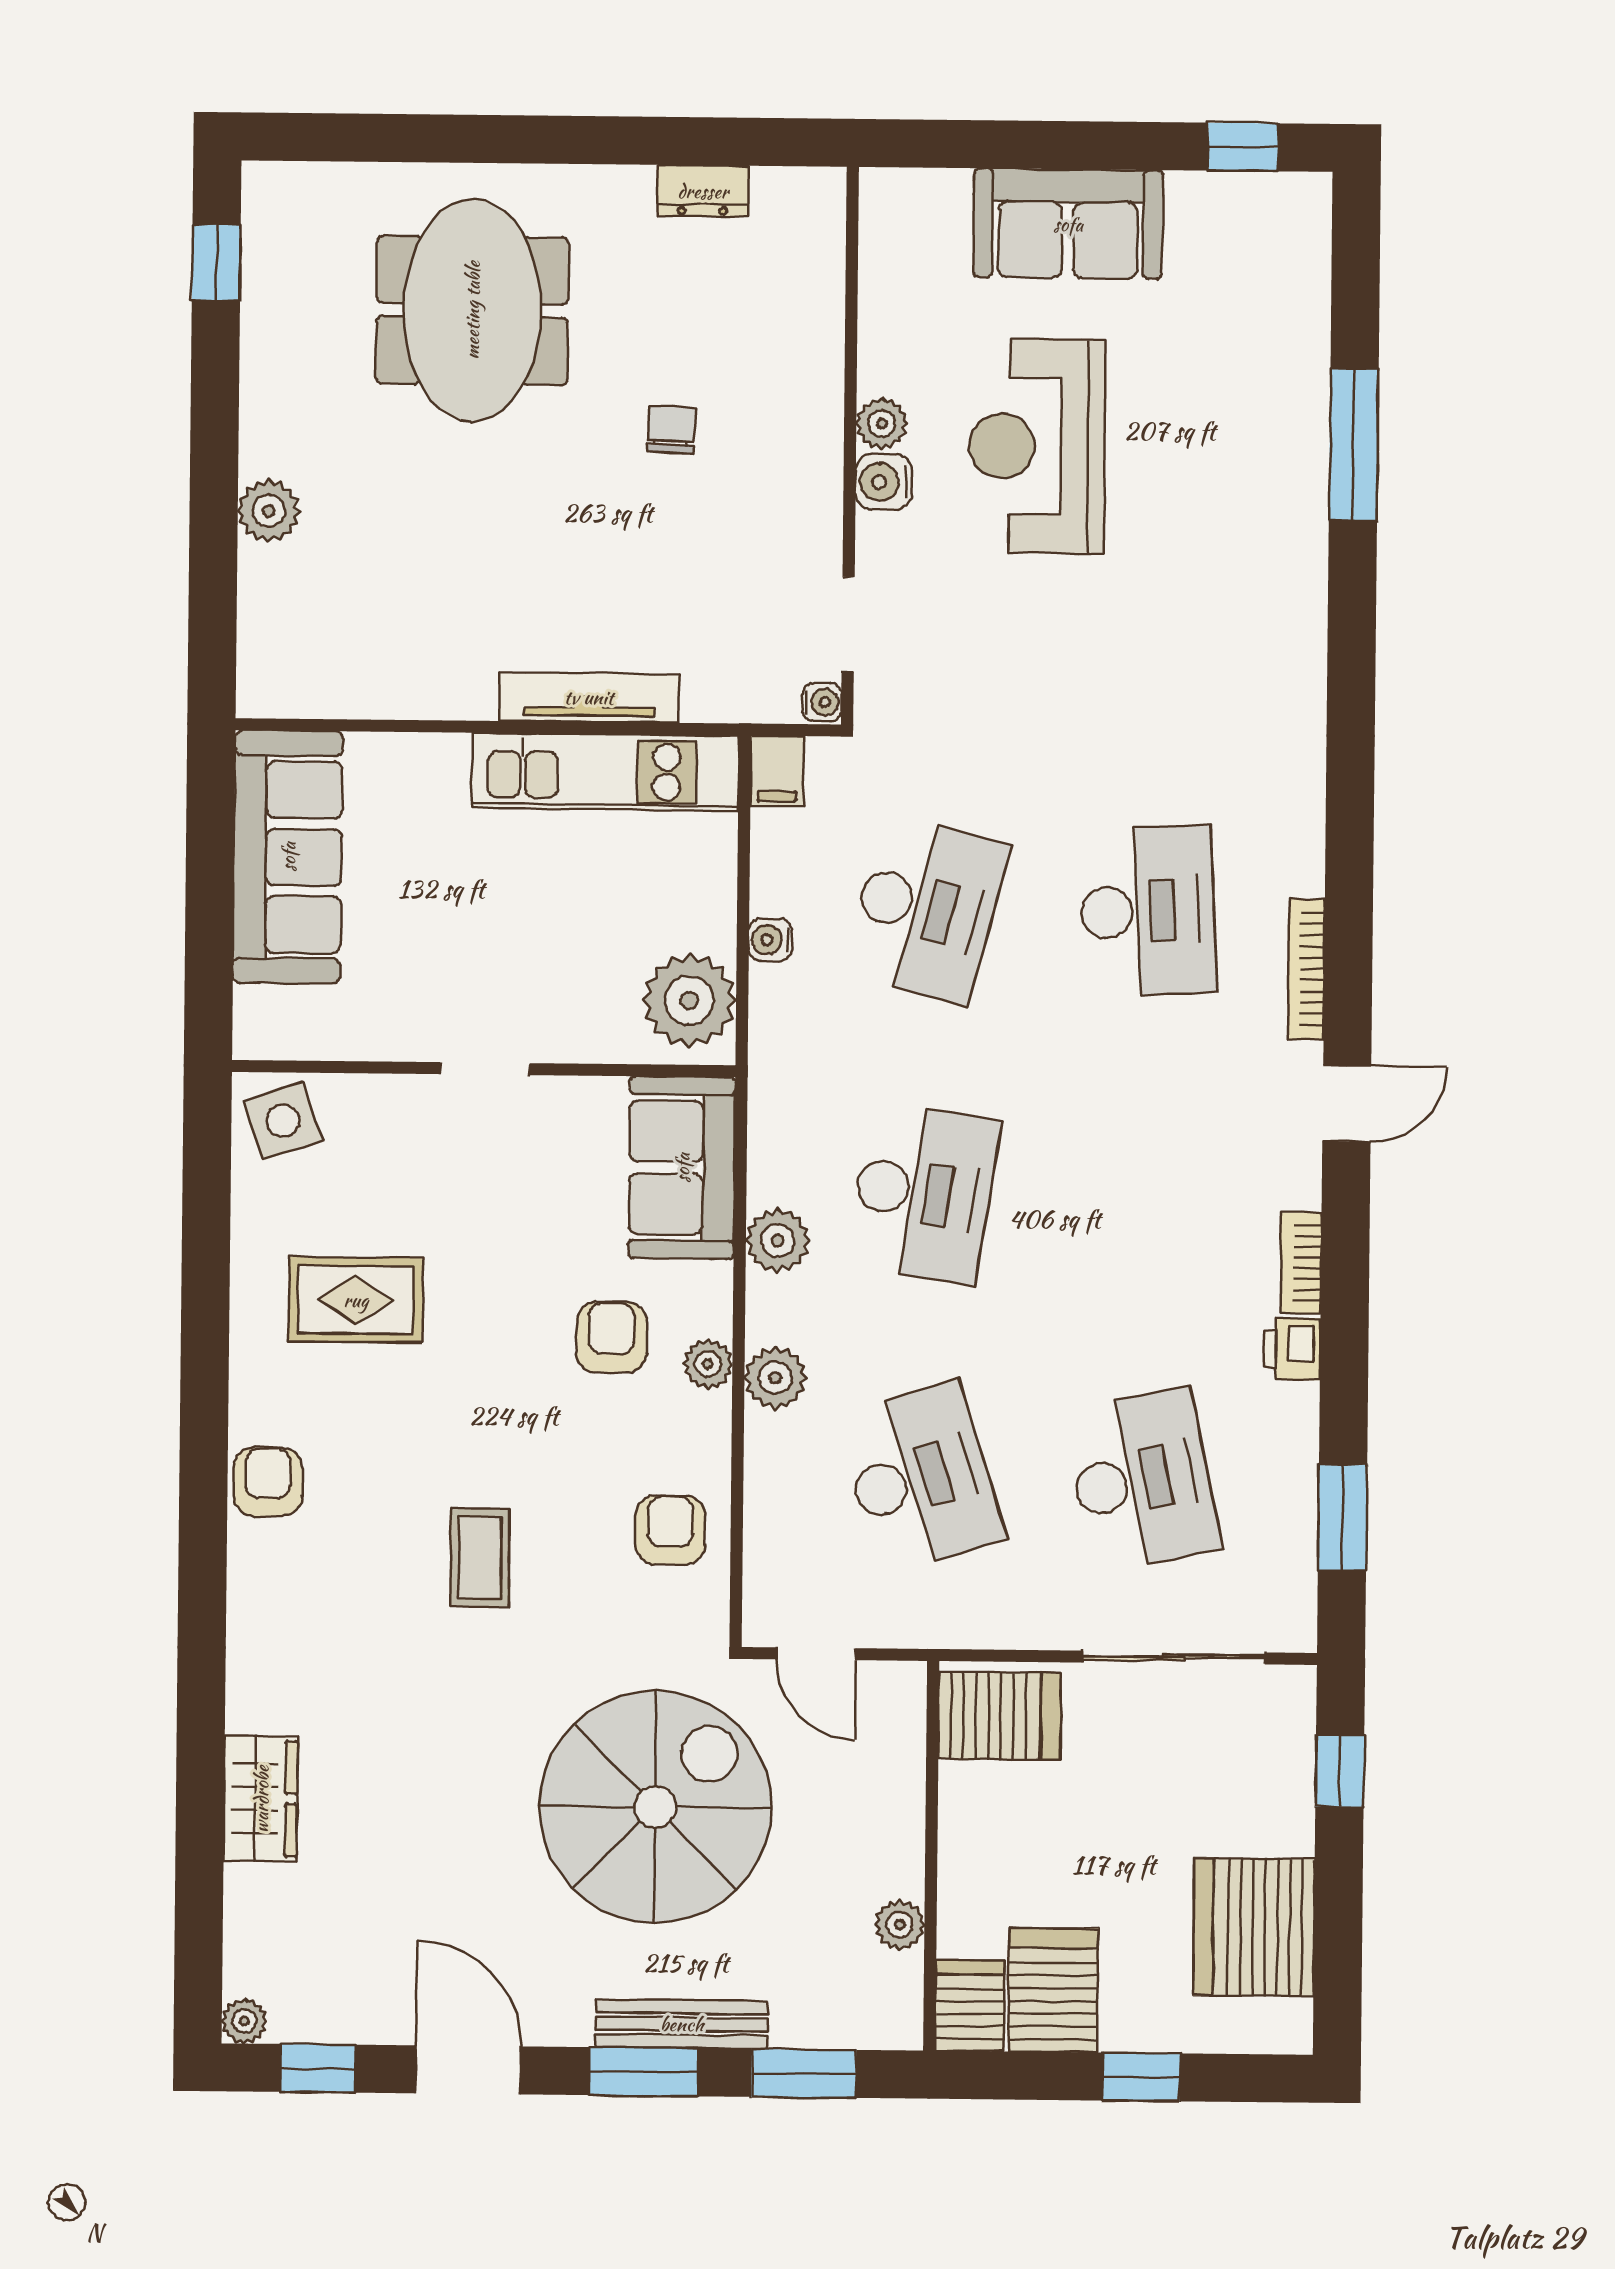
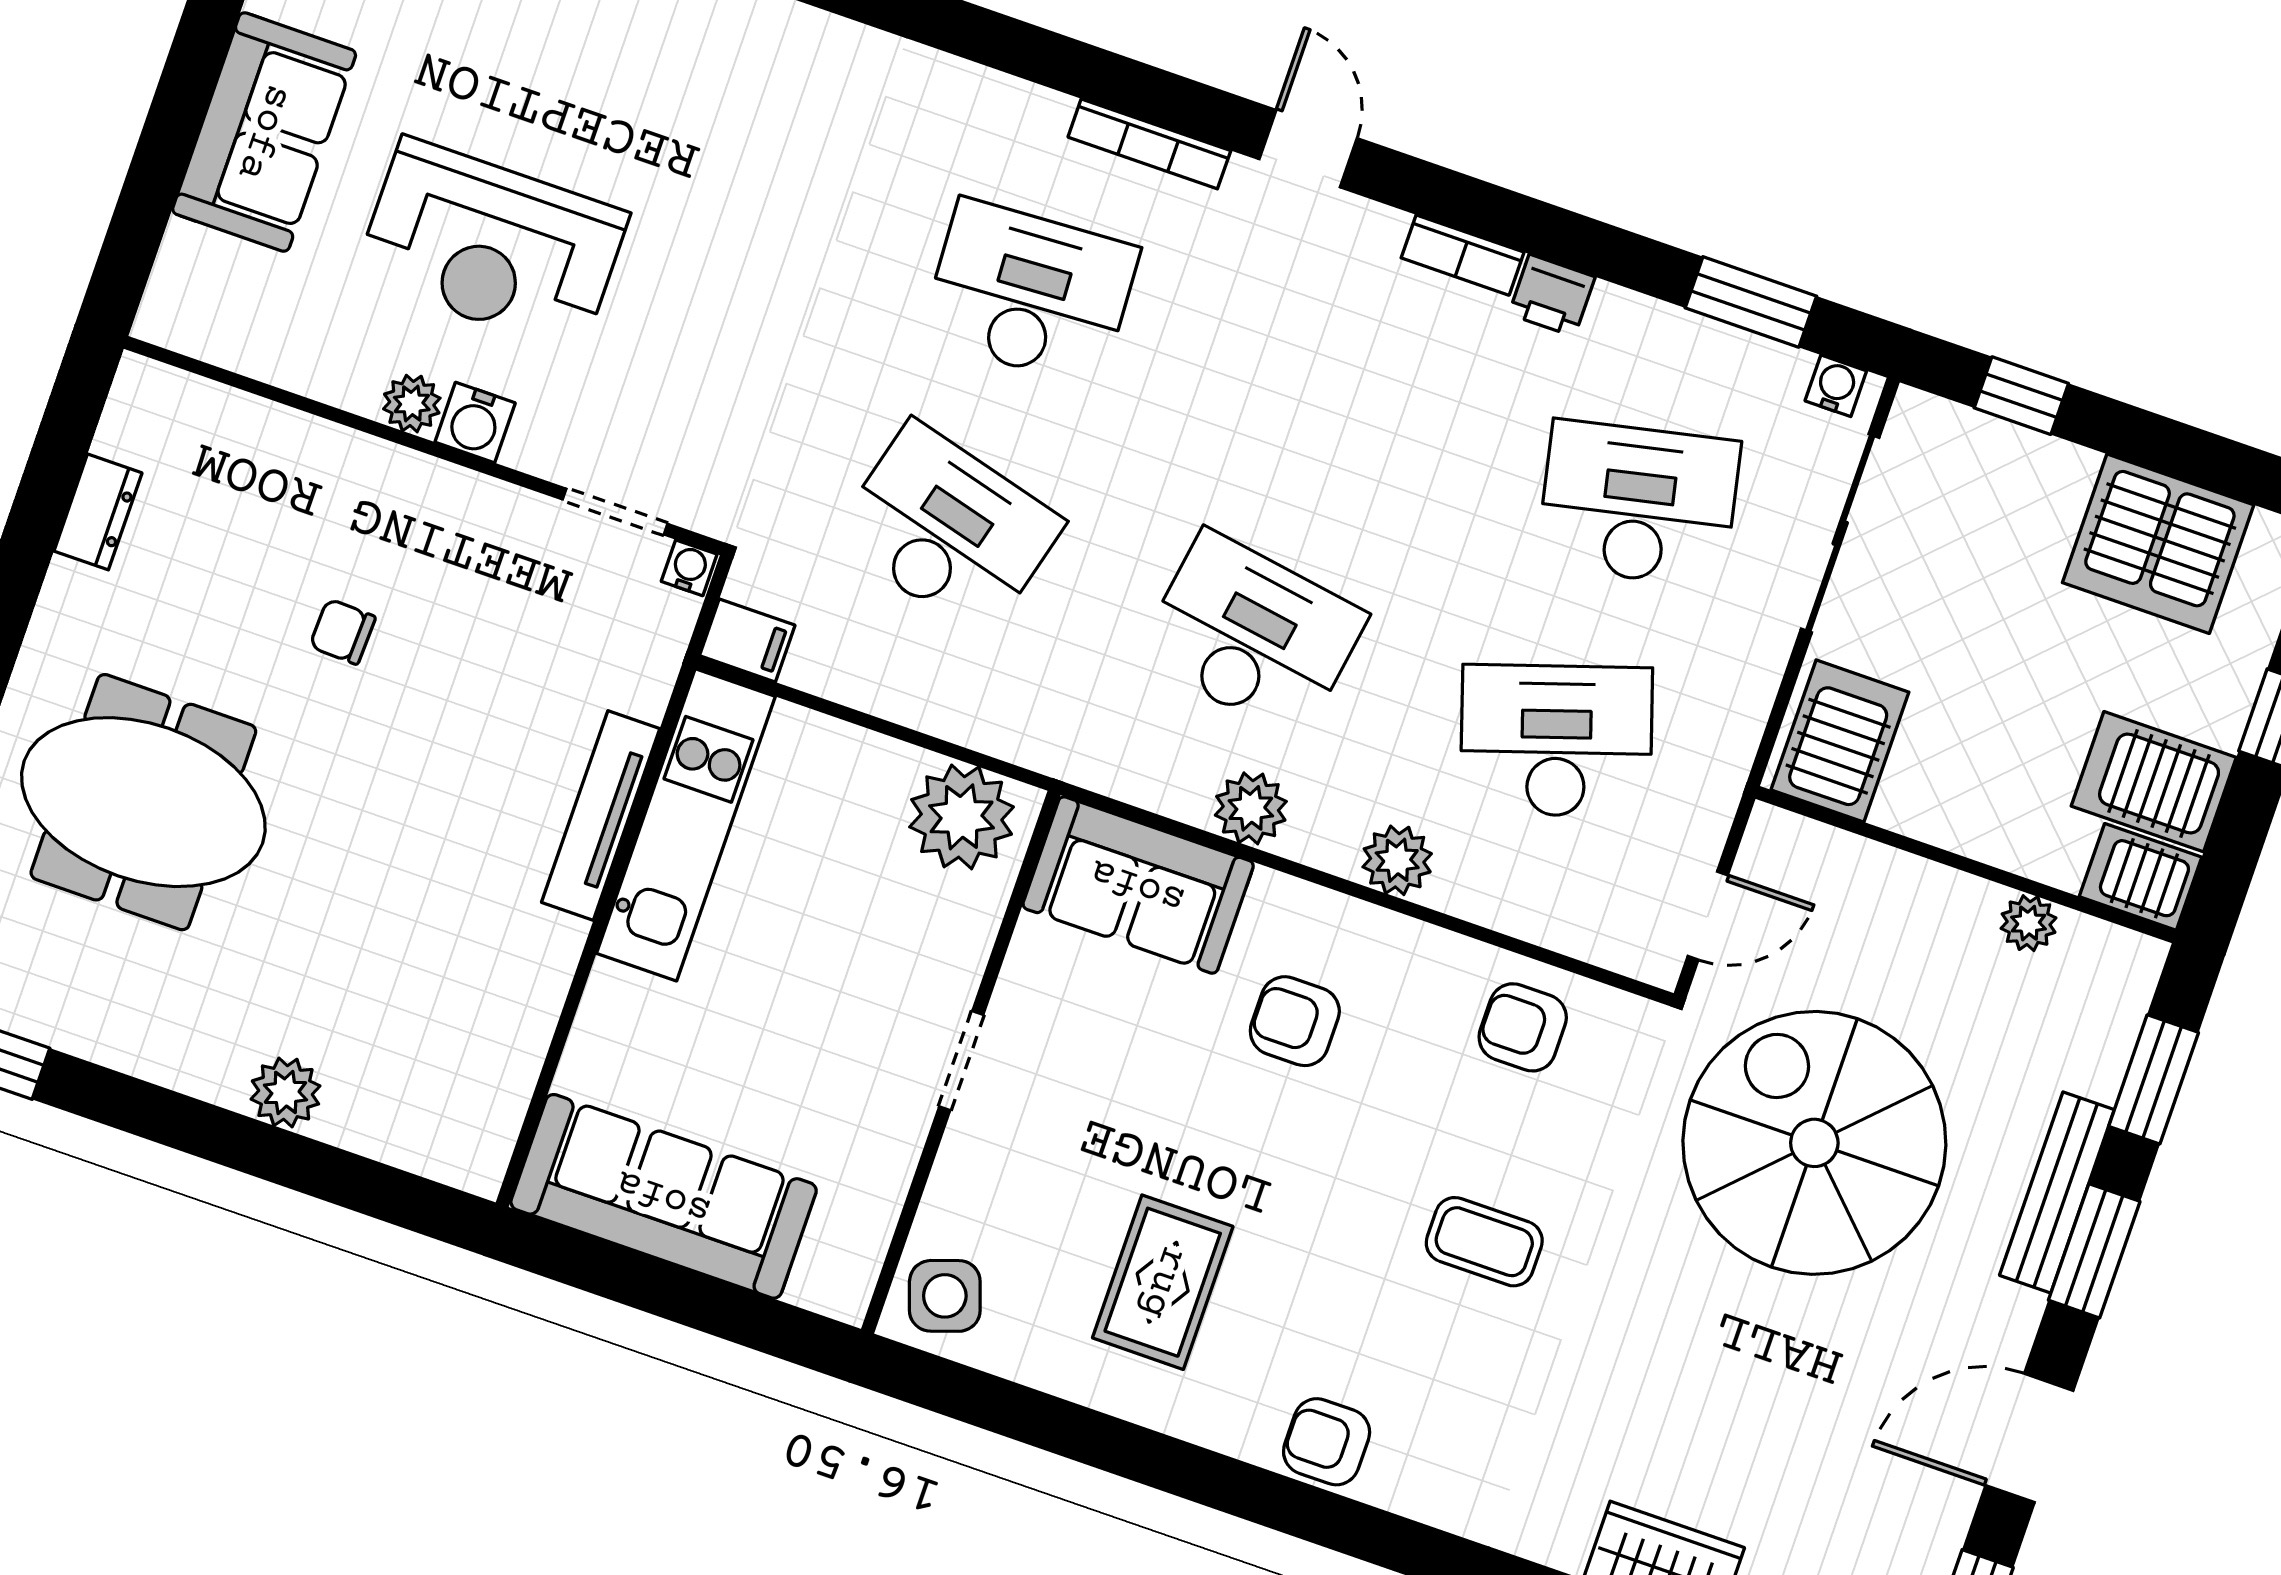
water cooler: (770, 940) -> (1836, 386), moved, turned 180
plant: (708, 1364) -> (1358, 928), removed

